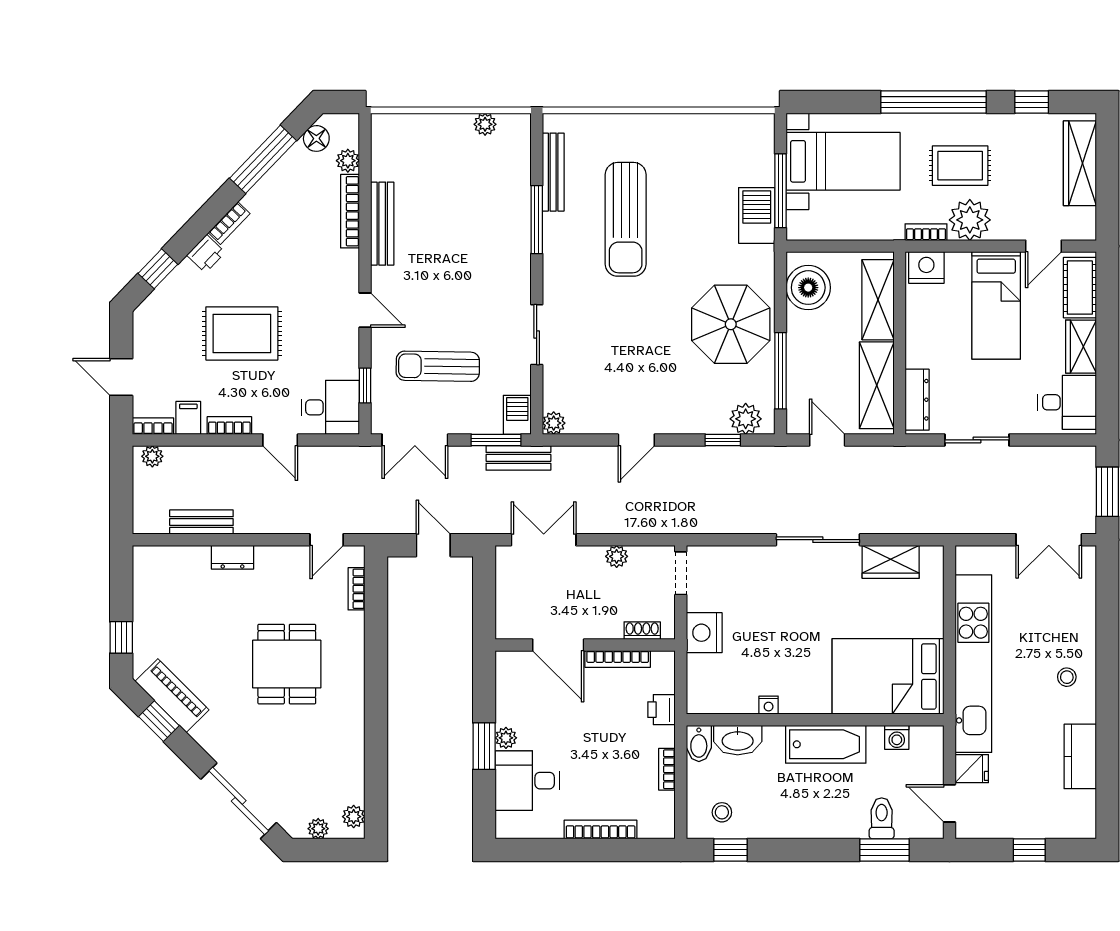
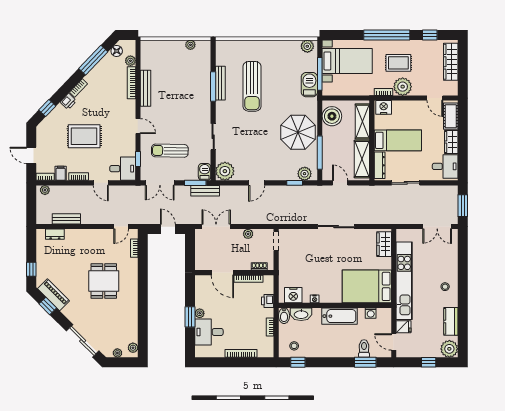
plant: (752, 128) -> (307, 46), added
bench: (553, 172) -> (220, 83), moved
door: (1044, 246) -> (435, 98), hinge flipped
bed: (996, 305) -> (398, 140), moved, turned -90
plant: (554, 423) -> (225, 171), width x1.88, depth x1.88
dresser: (232, 557) -> (55, 234), moved
wardrobe: (891, 562) -> (384, 244), moved, turned 90
nightstand: (704, 633) -> (293, 295), moved, turned -90
plant: (1076, 819) -> (449, 349), added

